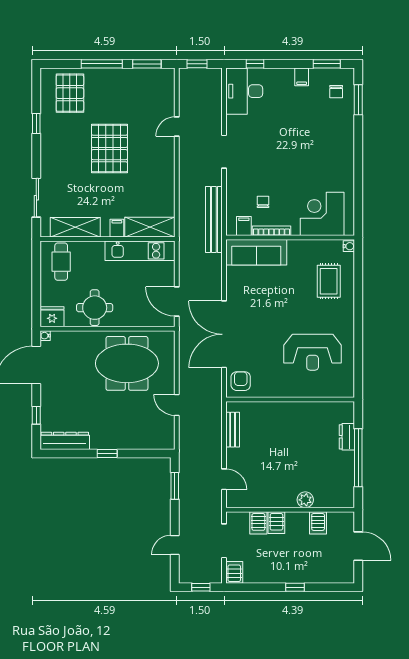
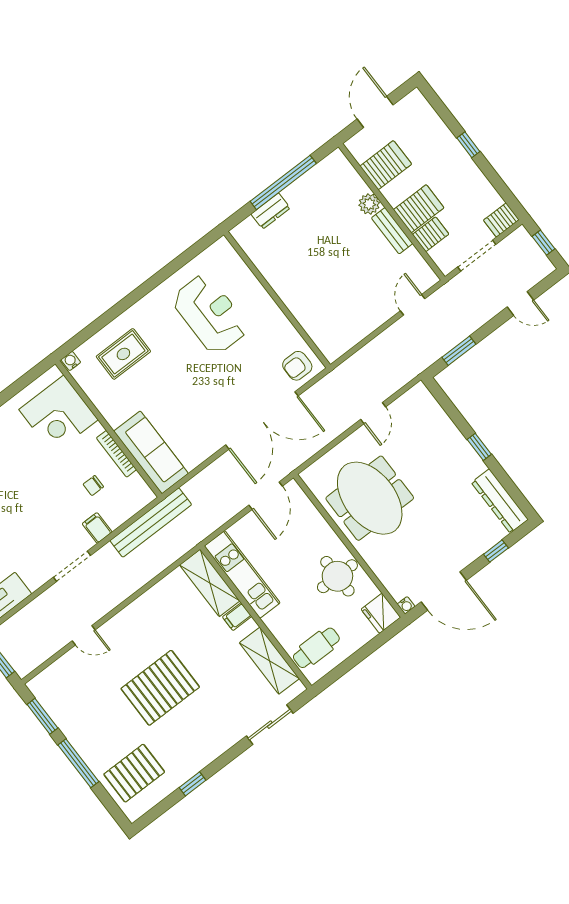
filing cabinet: (244, 226) -> (97, 528), moved, turned 90
bench: (233, 430) -> (392, 231), moved, turned 90
server rack: (276, 523) -> (419, 209), width x1.36, depth x1.44
server rack: (318, 523) -> (386, 165), width x1.36, depth x1.44

